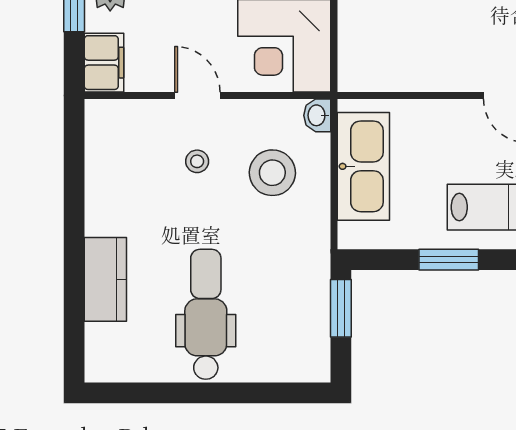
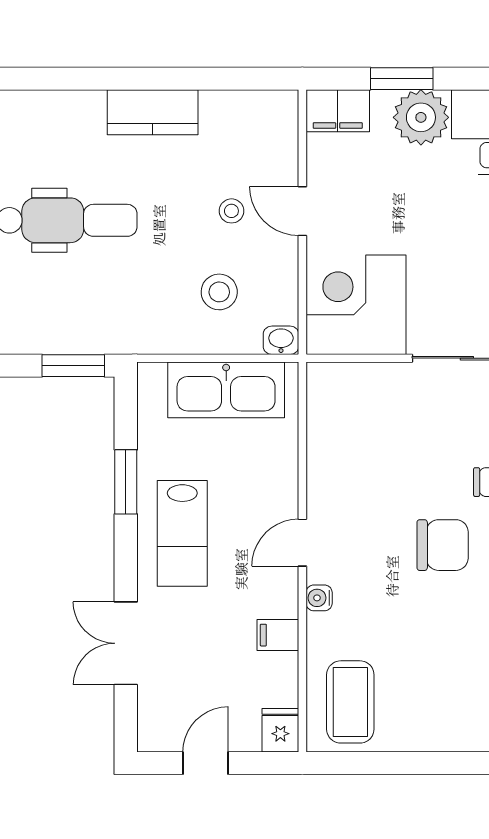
door: (197, 95) -> (302, 211), swing flipped
stool: (272, 173) -> (219, 292), width x0.73, depth x0.73
kitchen counter: (105, 279) -> (153, 112), moved

